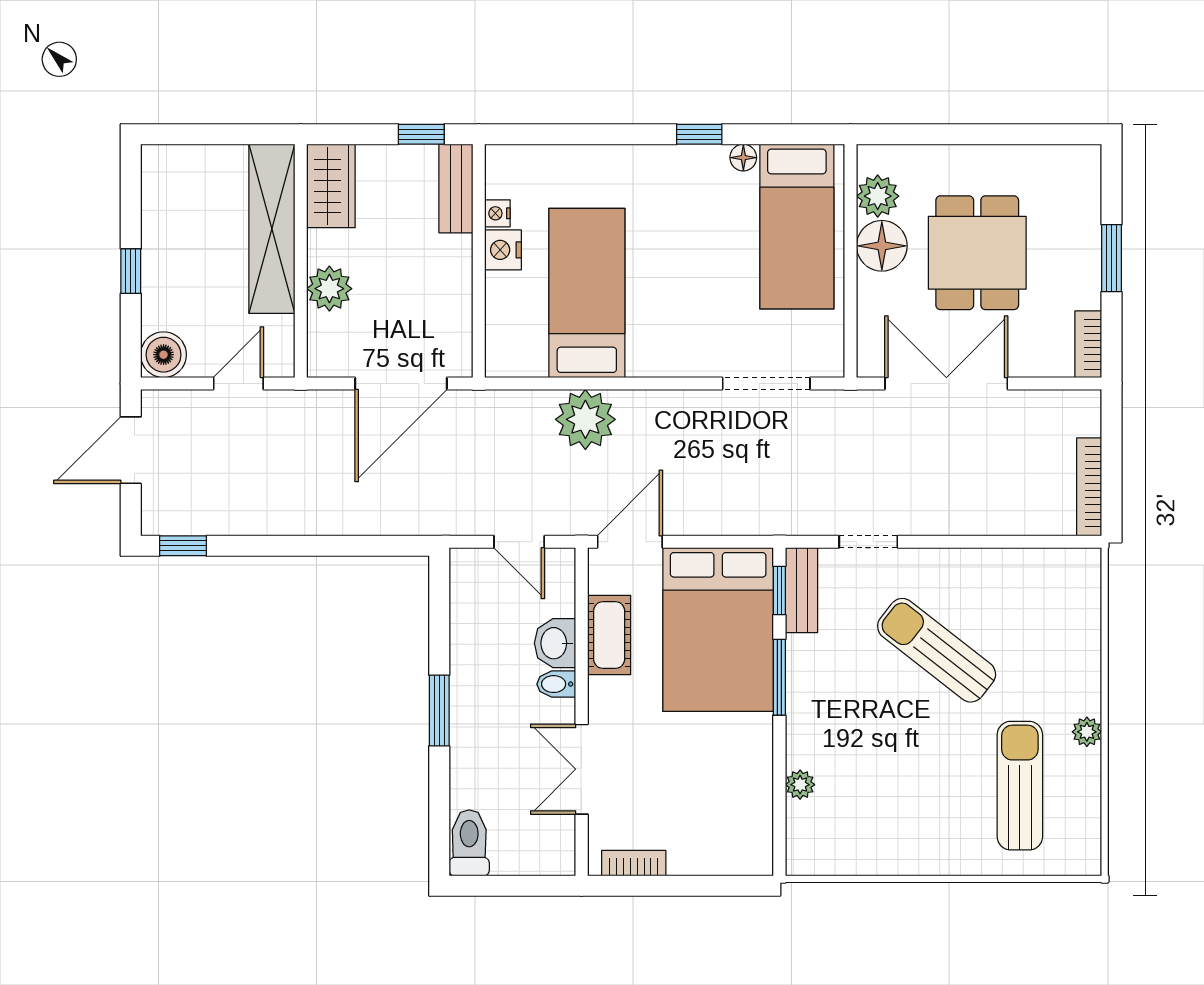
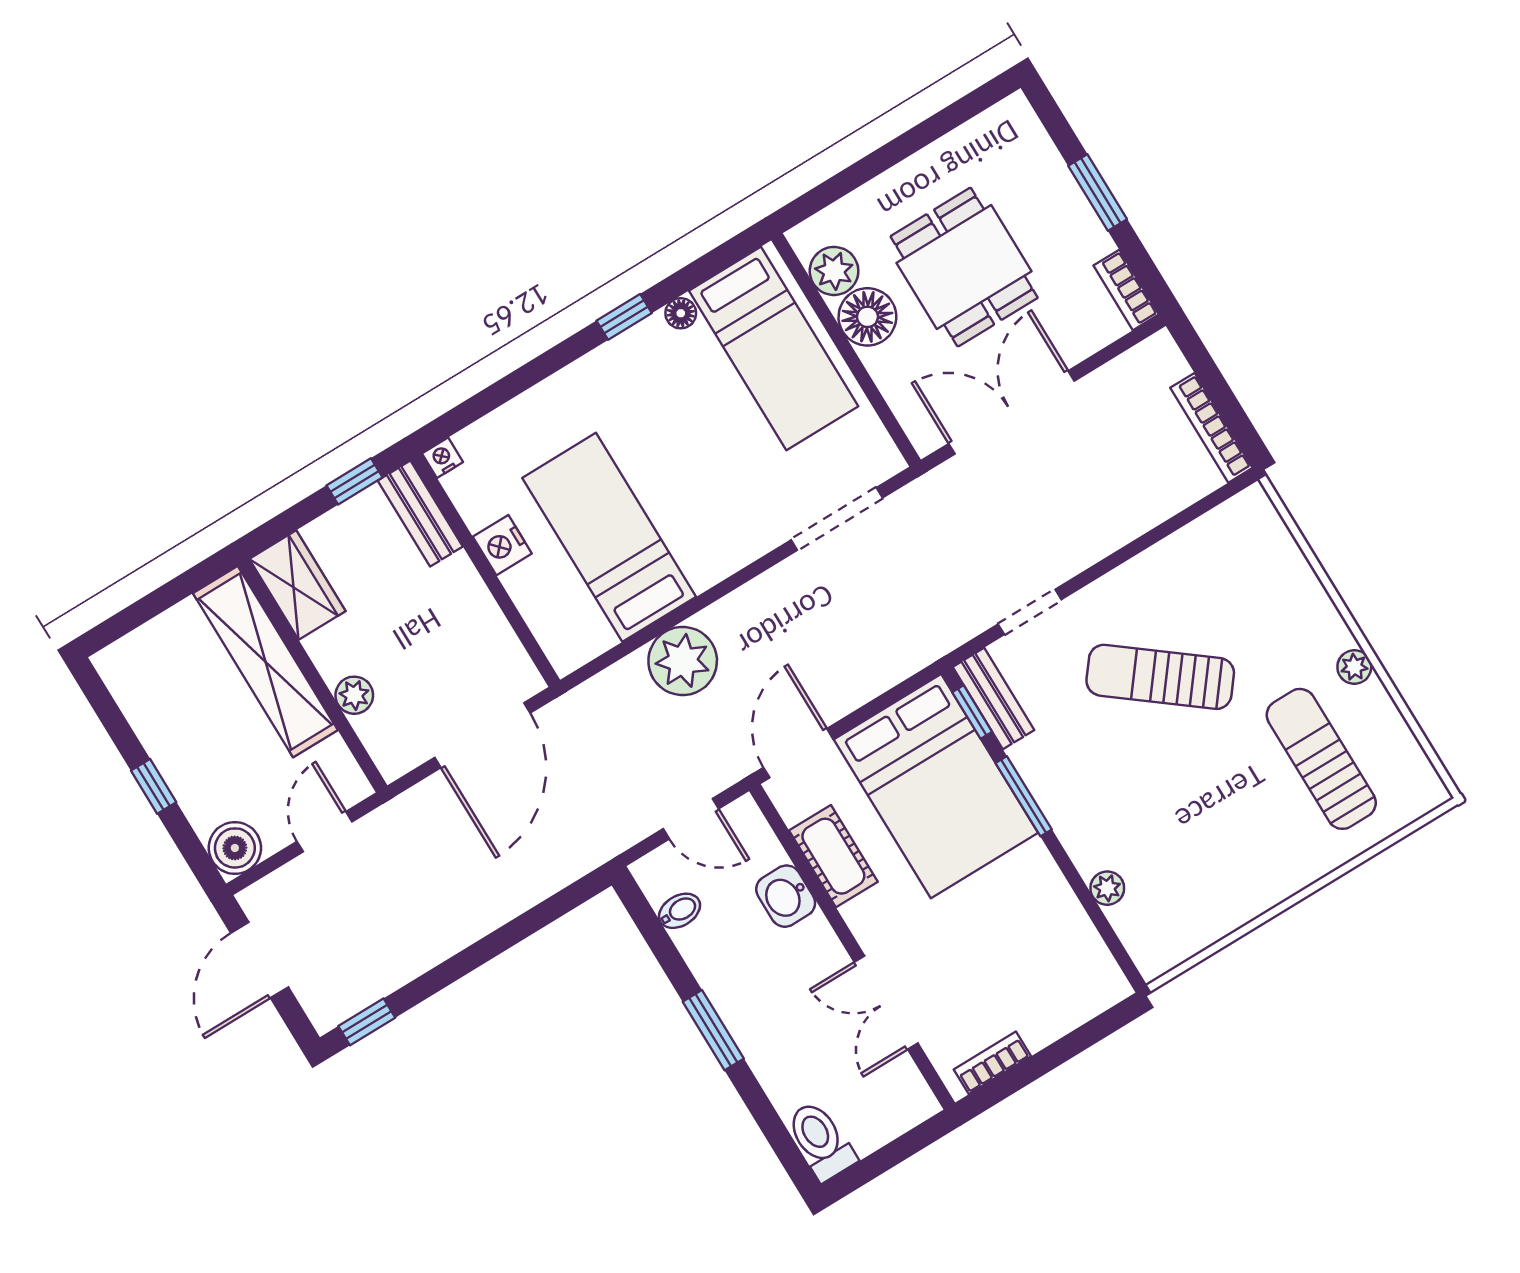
nightstand: (497, 213) -> (443, 458), moved, turned 90
plant: (329, 289) -> (354, 695), width x0.73, depth x0.73
bidet: (556, 684) -> (680, 911), moved, turned 180

